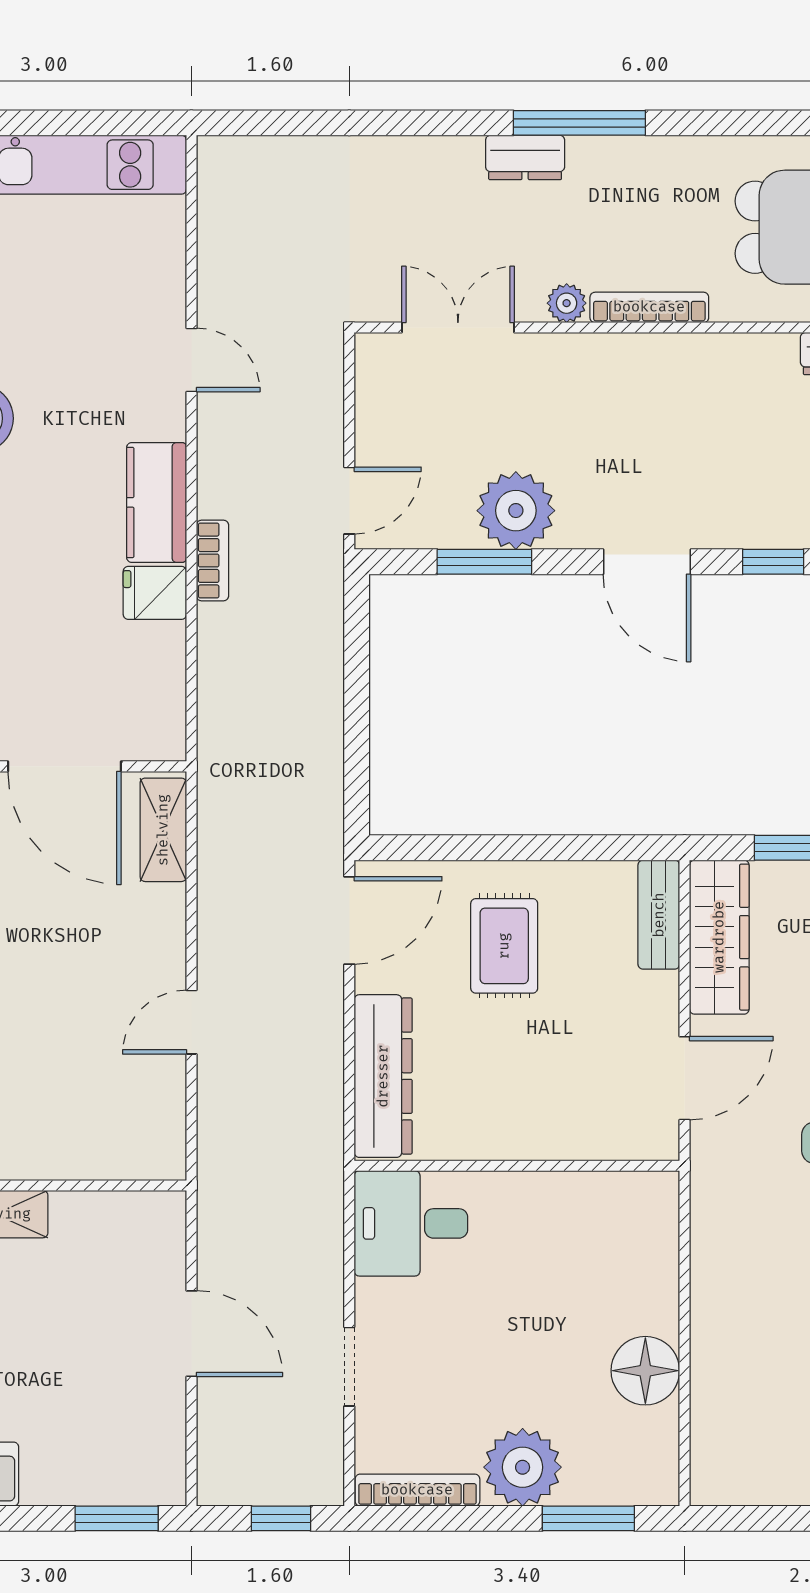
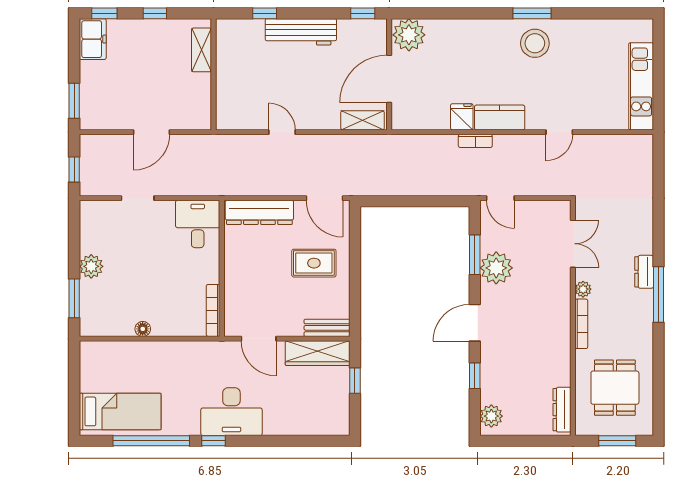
floor lamp: (645, 1371) -> (143, 329), width x0.53, depth x0.53
plant: (523, 1467) -> (91, 266), width x0.73, depth x0.73
bookcase: (417, 1490) -> (213, 310), moved, turned 180

